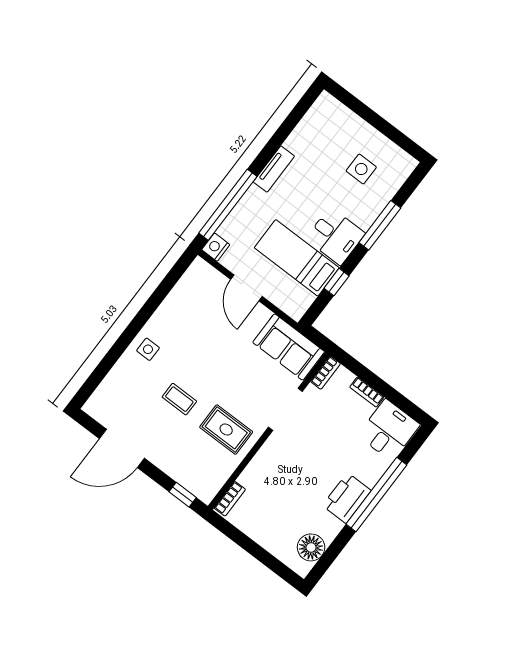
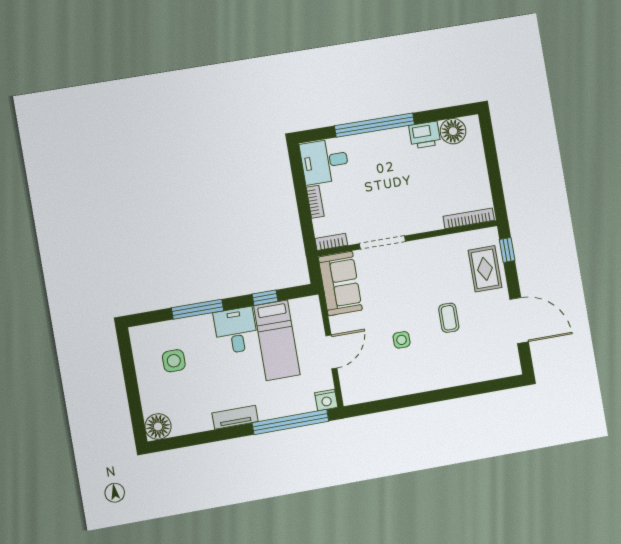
floor lamp: (326, 108) -> (158, 427), added
side table: (148, 349) -> (402, 340), moved
rug: (226, 430) -> (485, 269), moved
printer: (347, 498) -> (425, 135), moved, width x0.73, depth x0.84
bookcase: (230, 499) -> (469, 218), width x1.56

